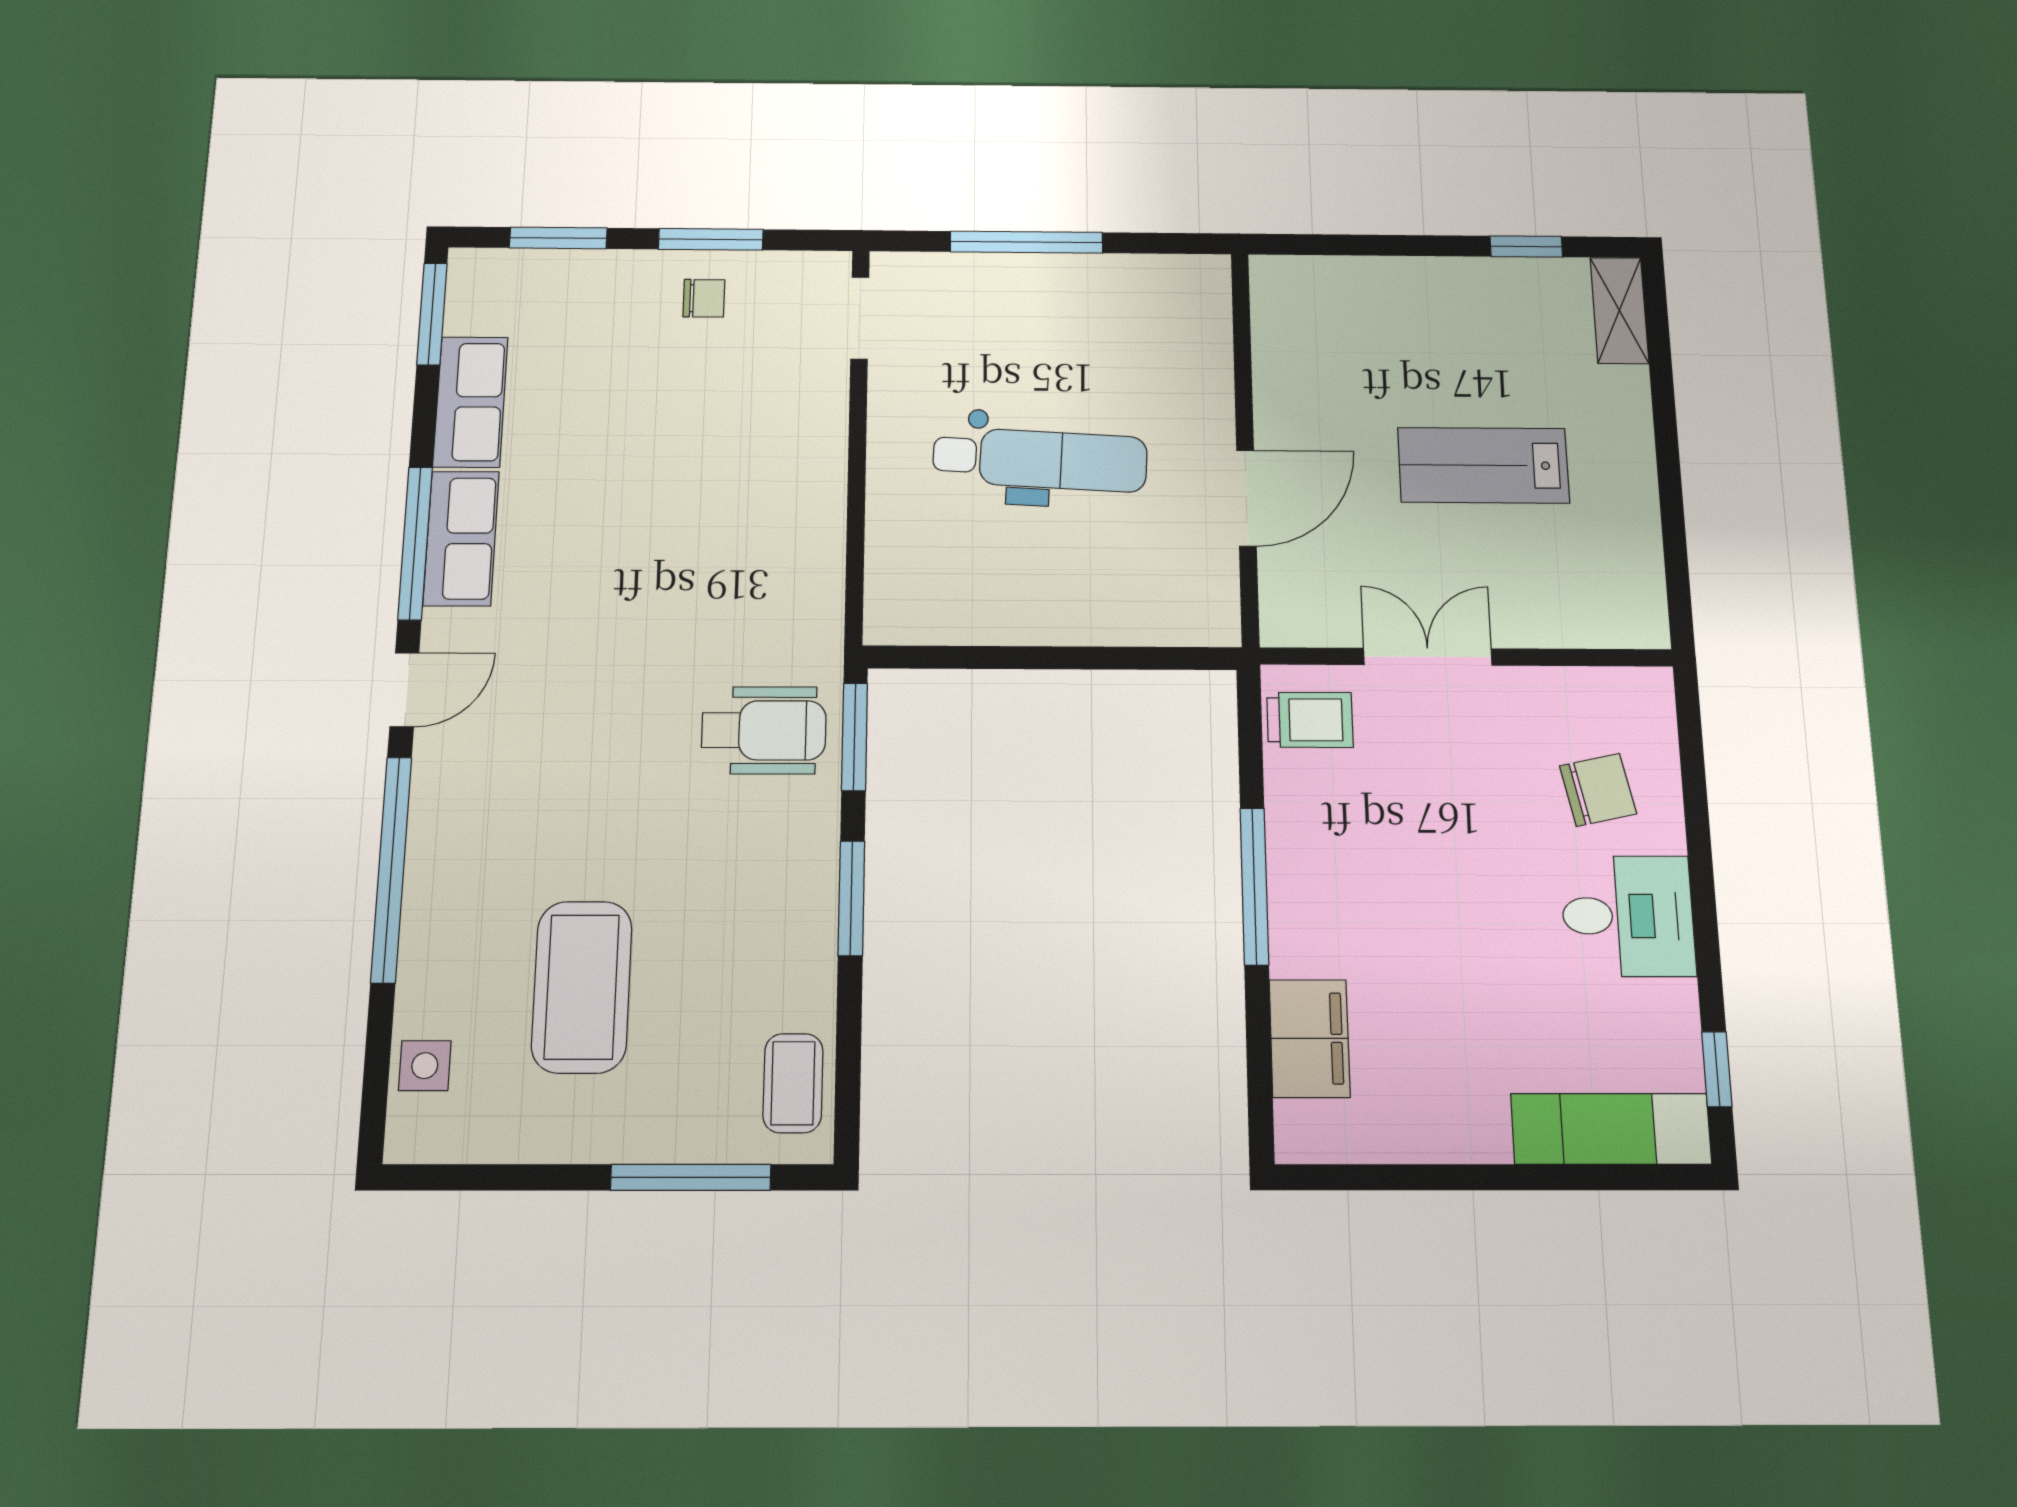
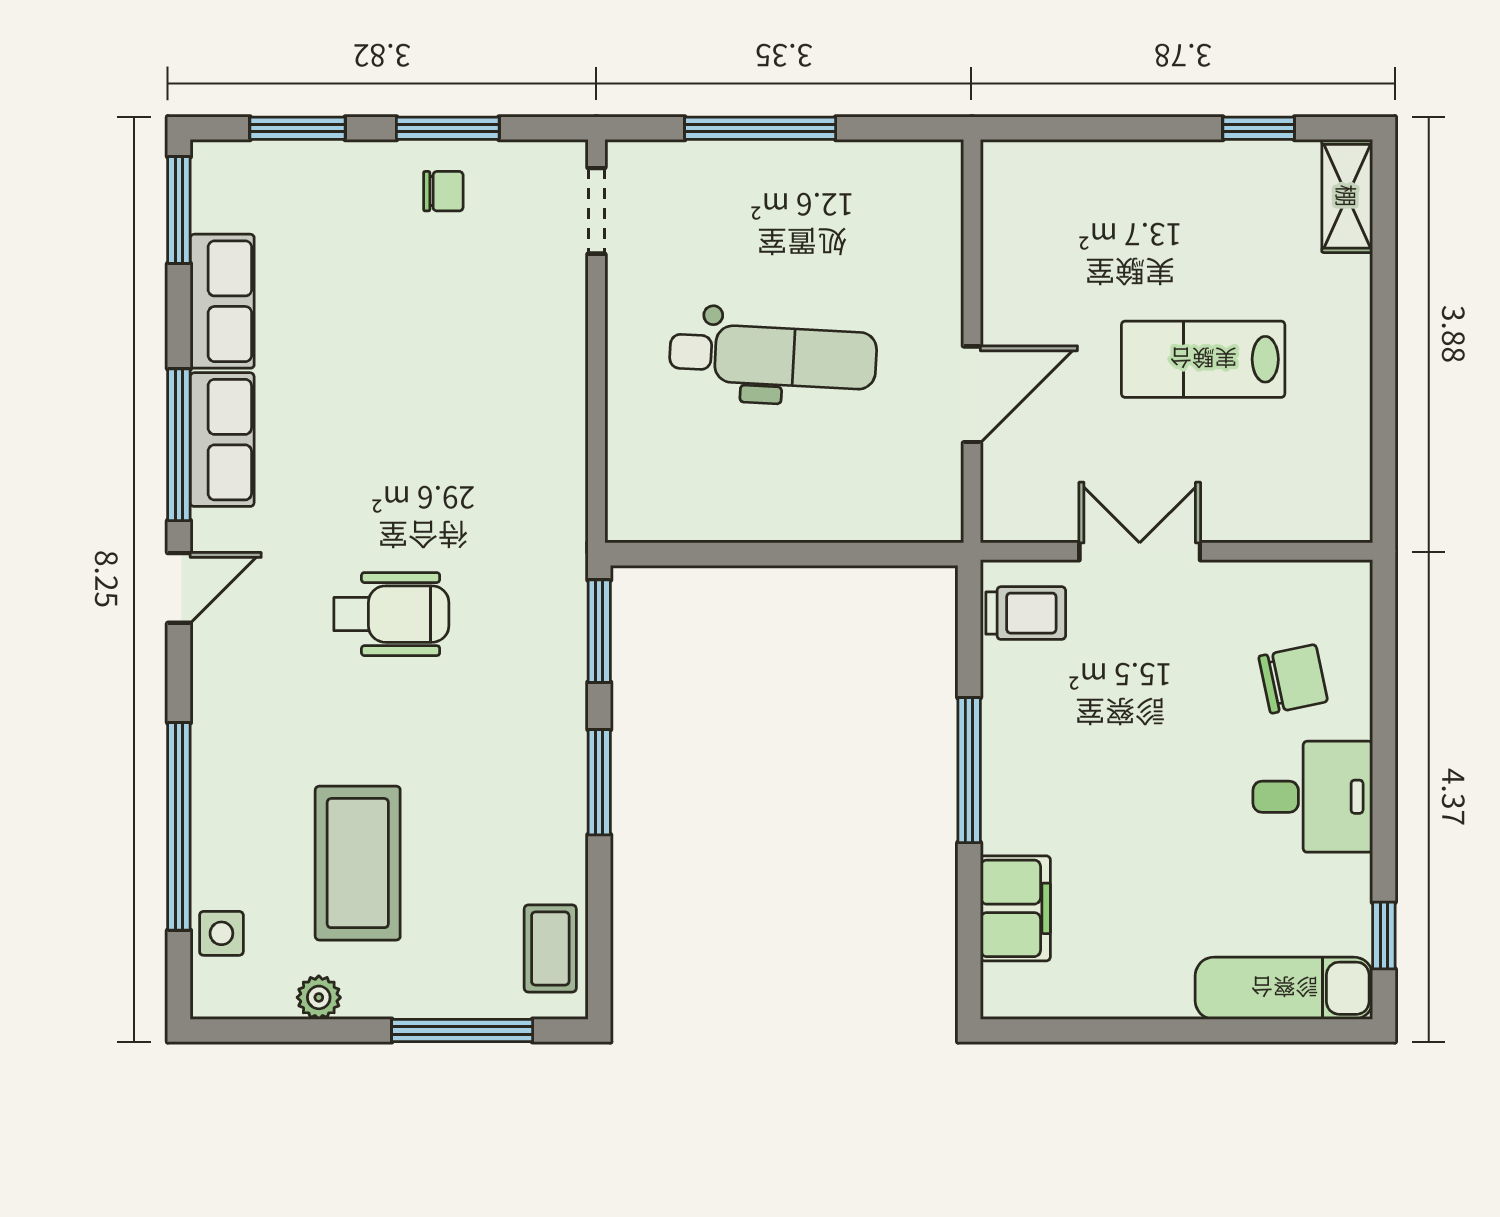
wheelchair: (764, 730) -> (391, 614), moved
window: (391, 869) -> (179, 826), moved
plant: (530, 1139) -> (319, 997), added

